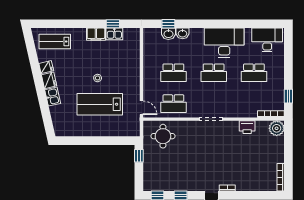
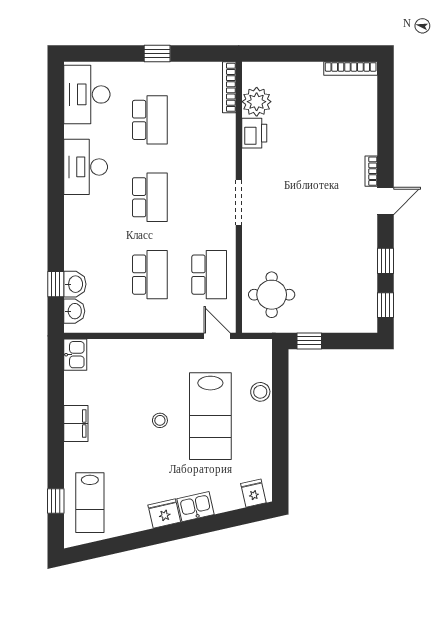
window: (113, 24) -> (56, 501), moved
washbasin: (183, 33) -> (74, 311), moved
kitchen sink: (114, 34) -> (75, 355), moved
desk: (224, 43) -> (86, 167), width x0.73, depth x0.77
fridge: (46, 67) -> (253, 493), moved
window: (288, 96) -> (157, 54), moved
door: (142, 108) -> (217, 336), hinge flipped
plant: (277, 128) -> (257, 102), moved
stool: (112, 130) -> (260, 392), added

